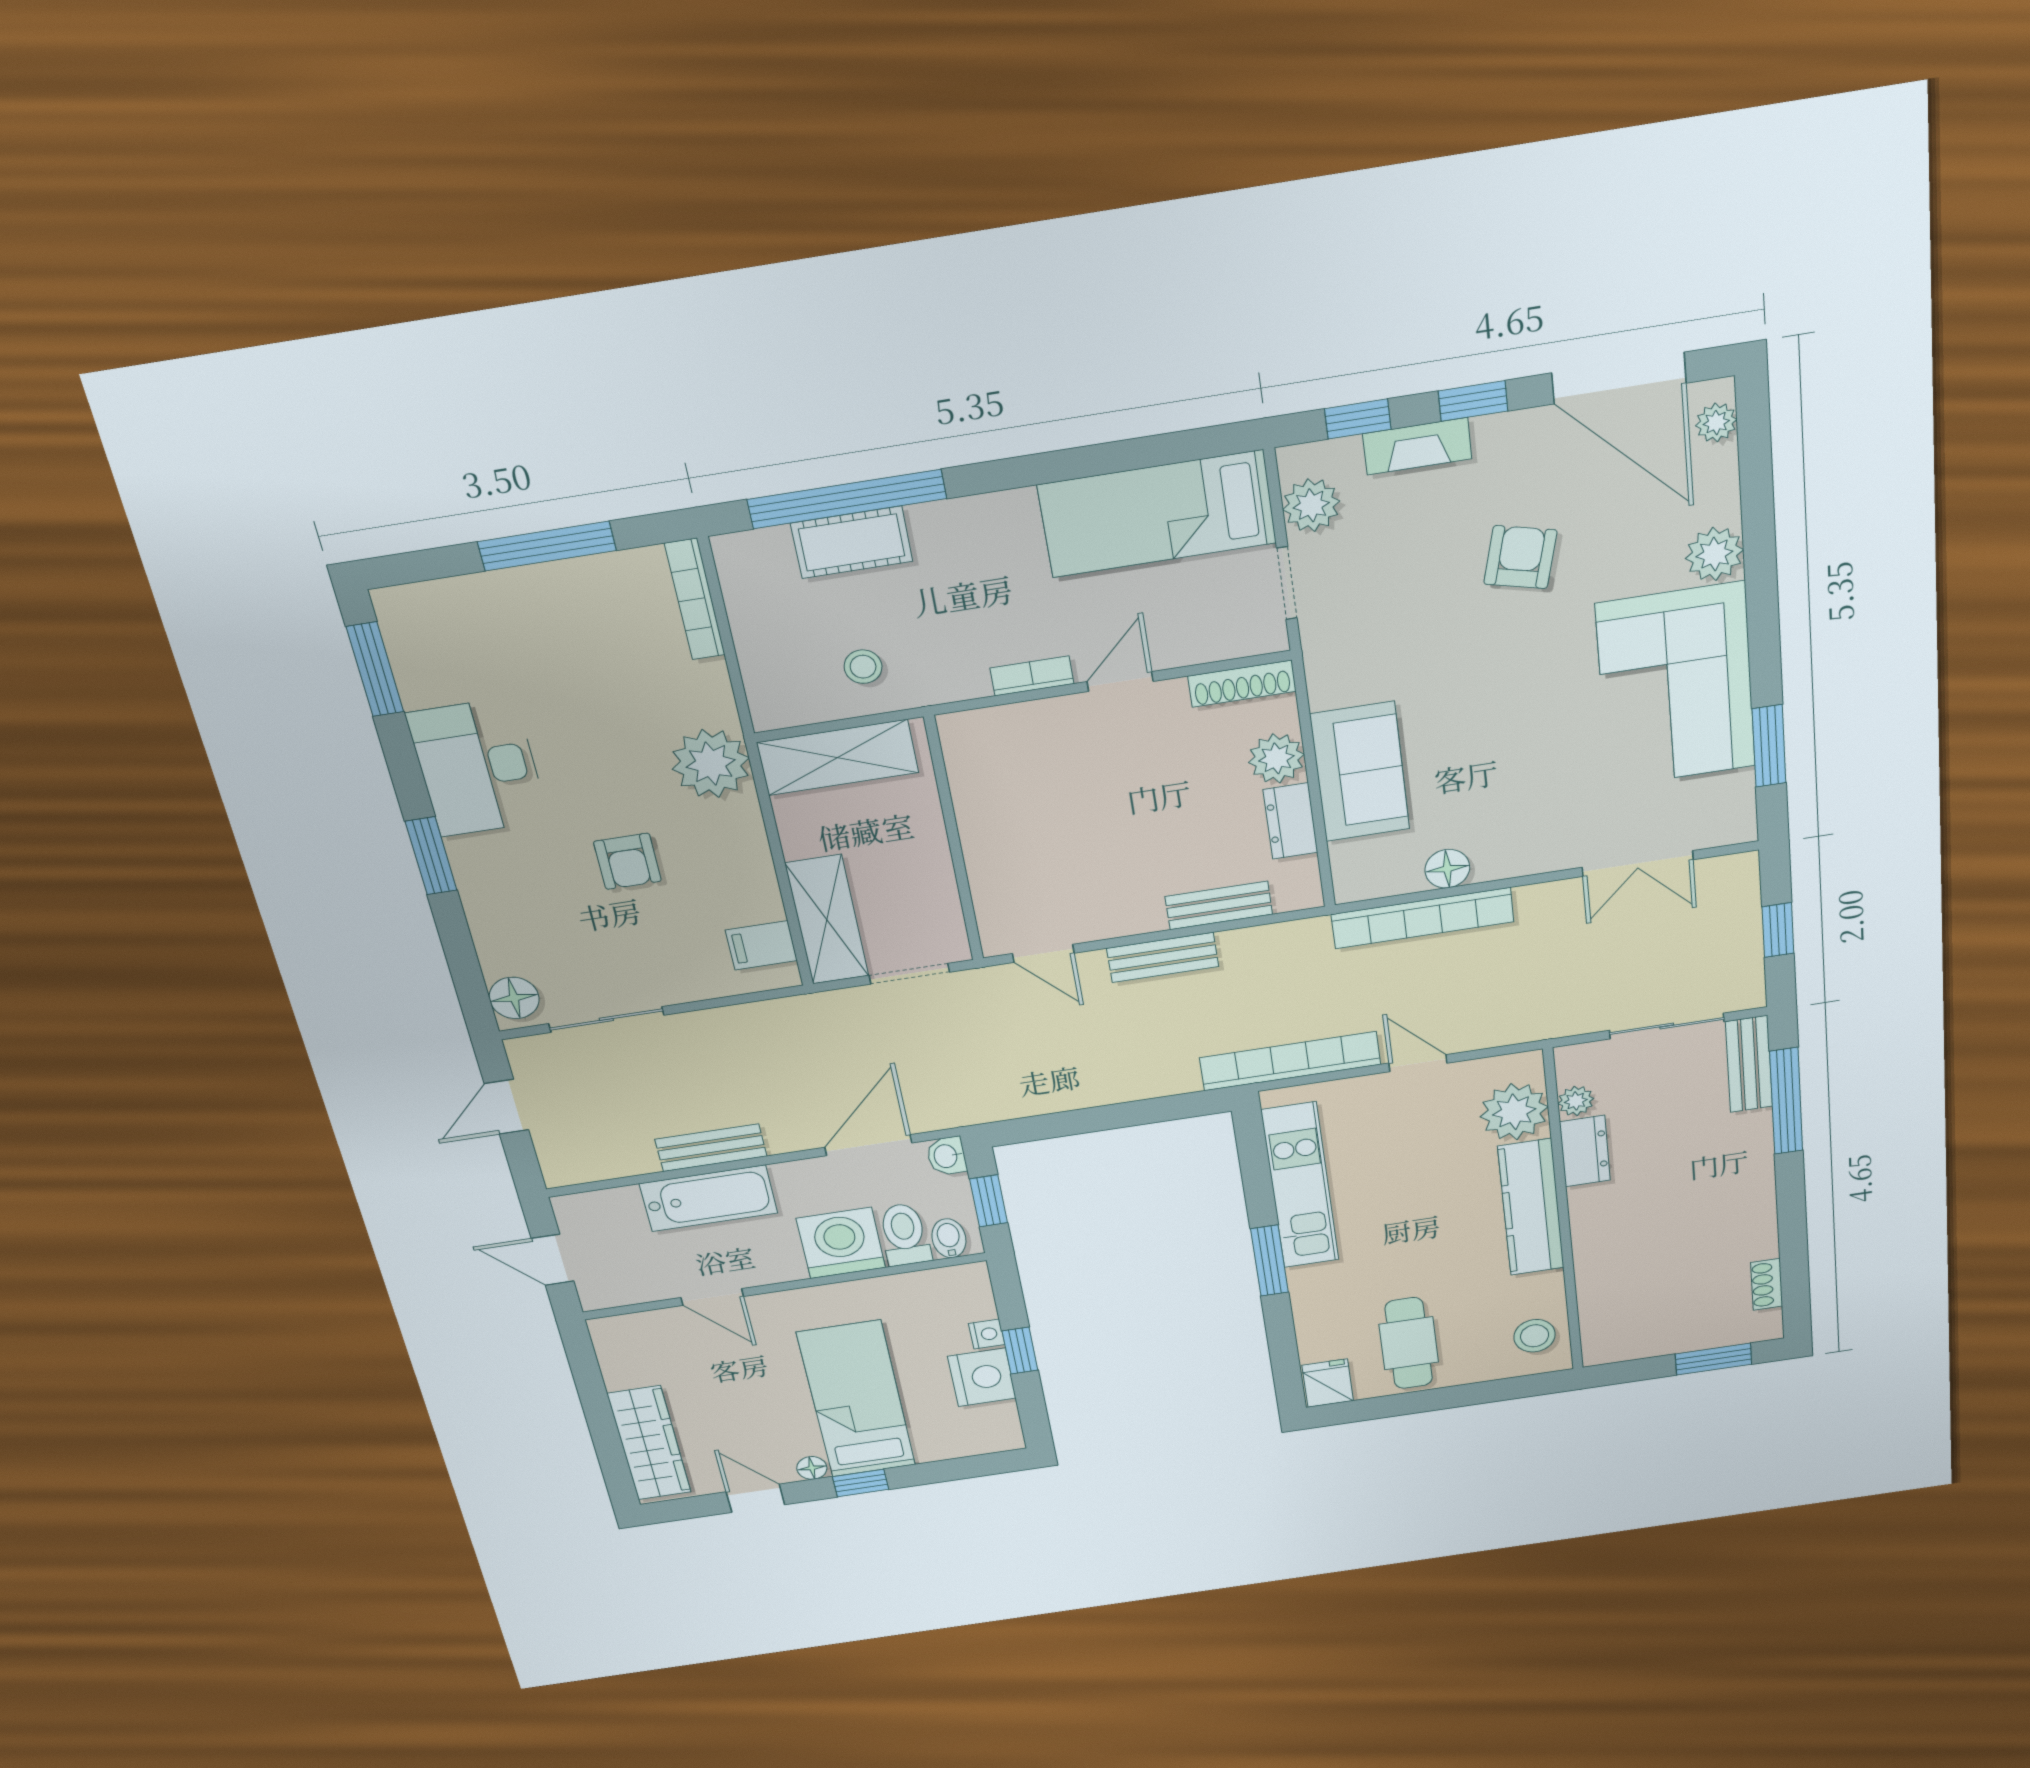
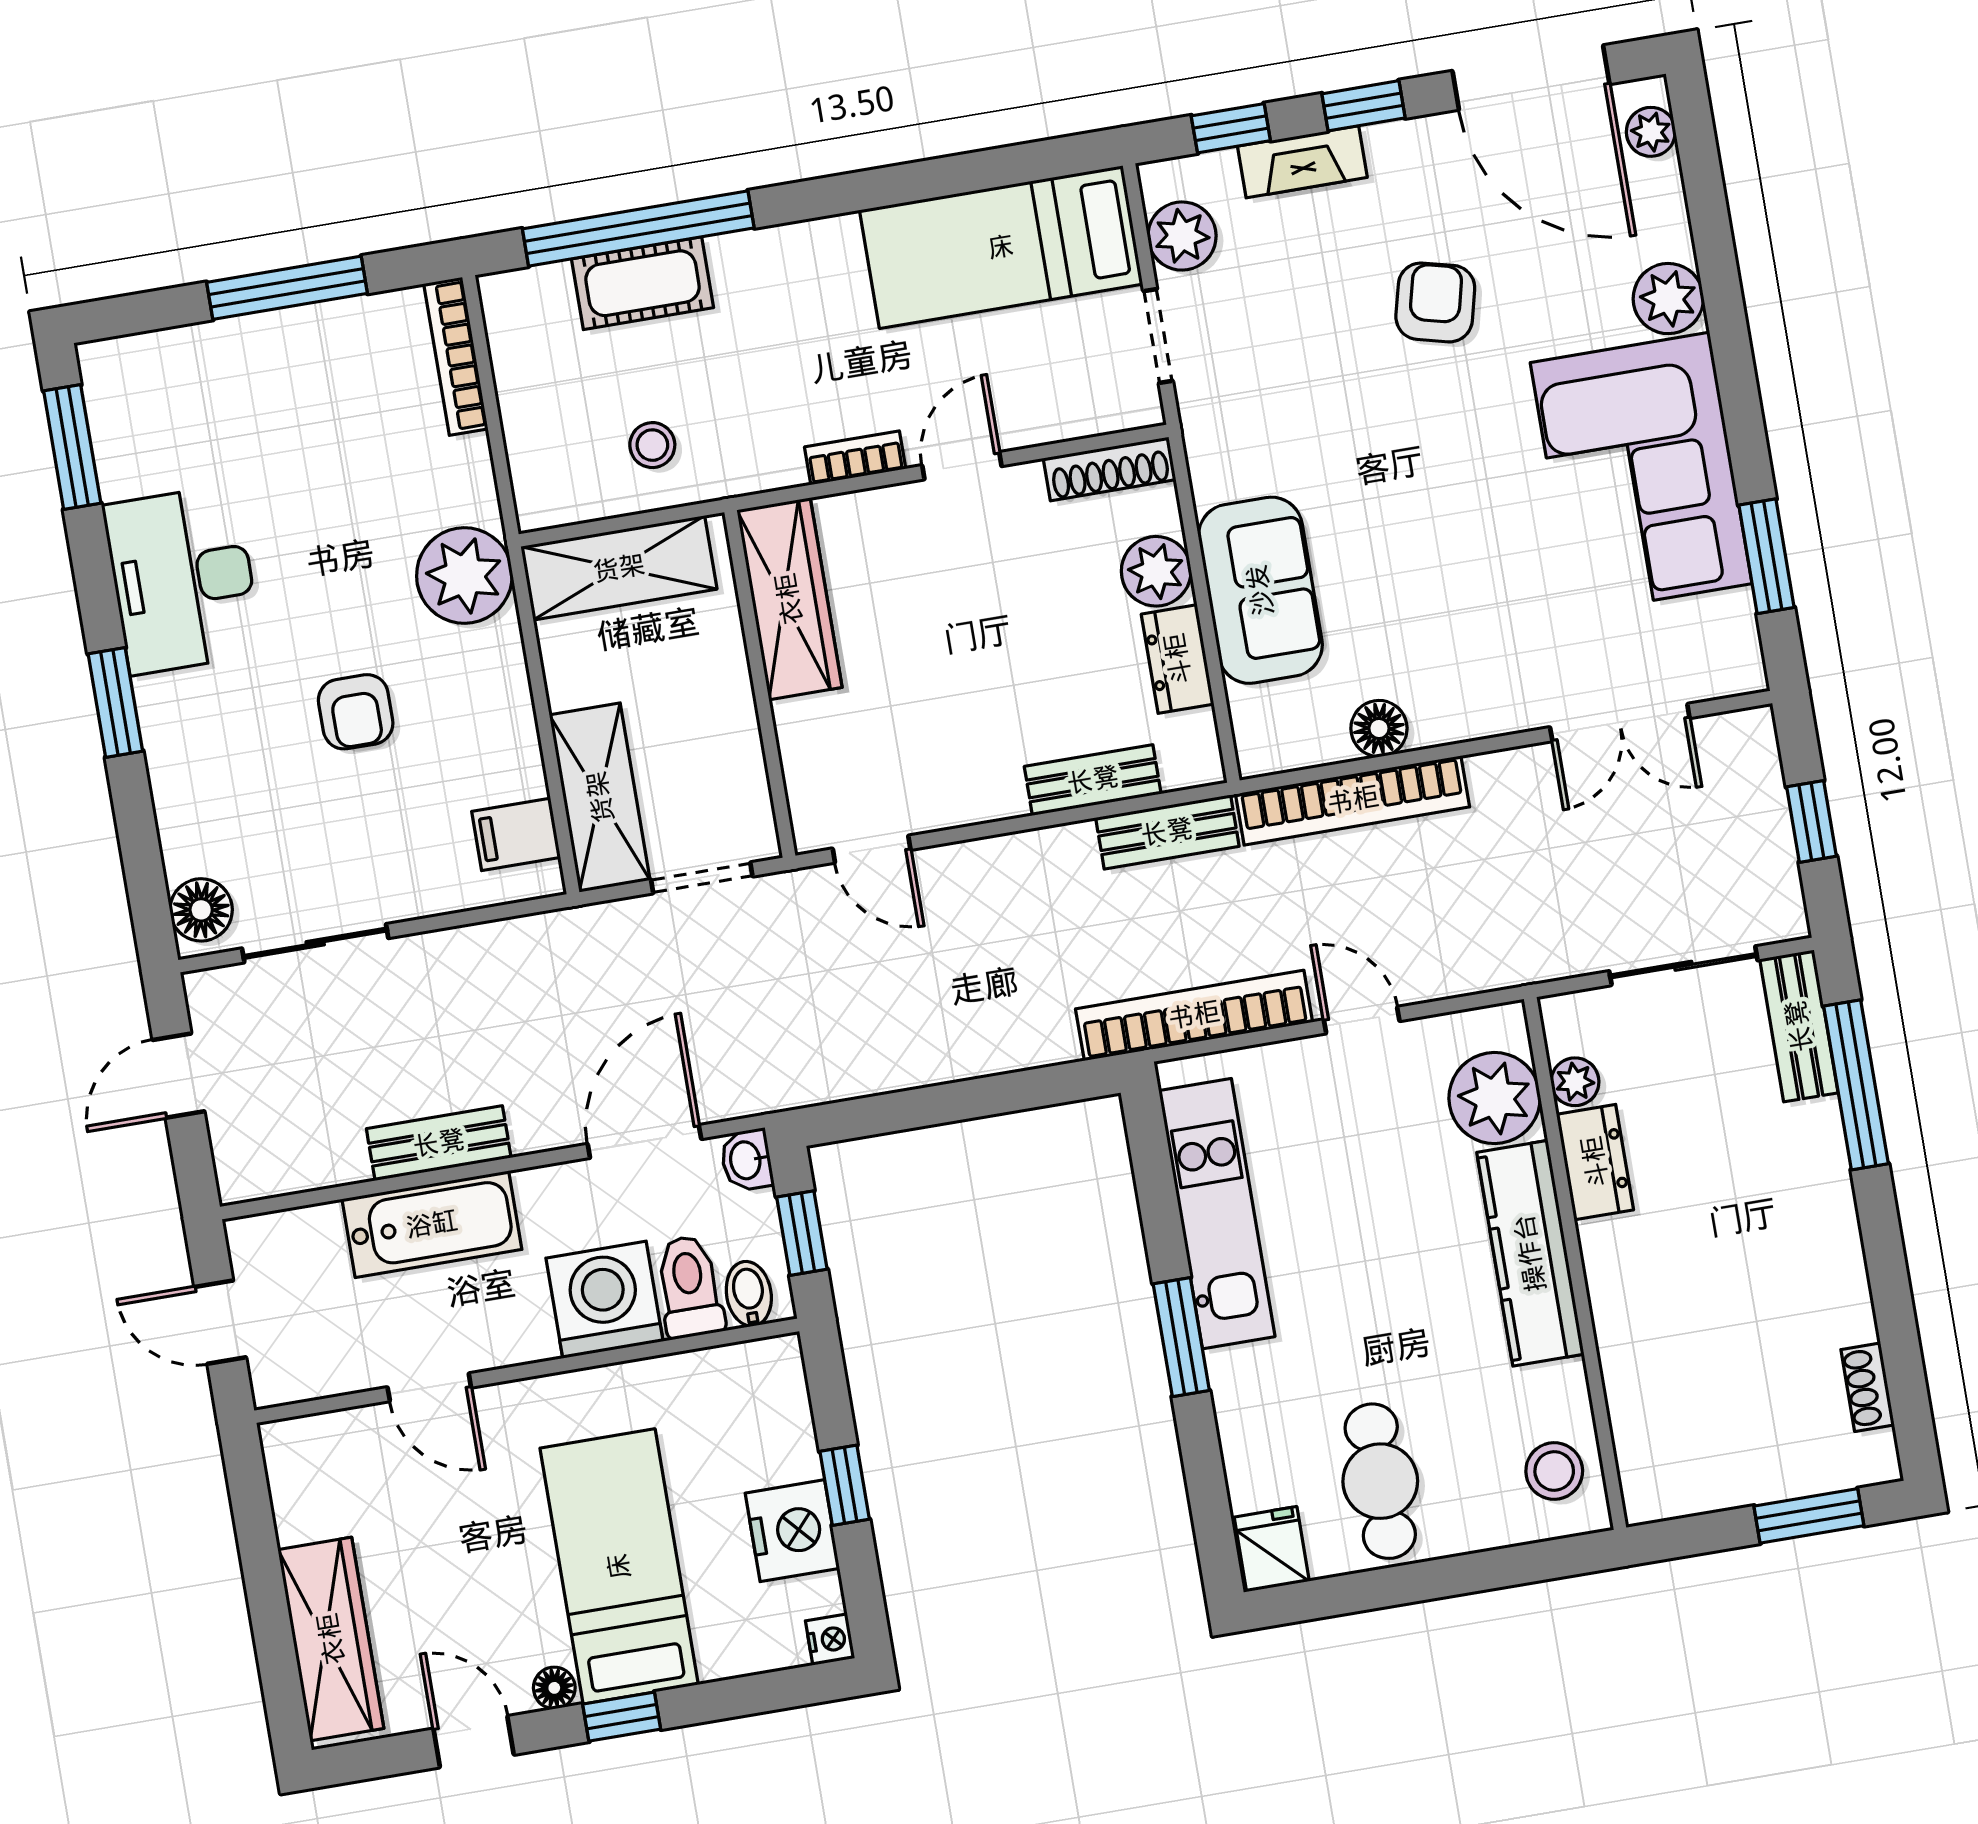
wardrobe: (978, 779) -> (789, 599), added
bench: (1163, 957) -> (1167, 832), moved
nightstand: (987, 1334) -> (830, 1640), moved

